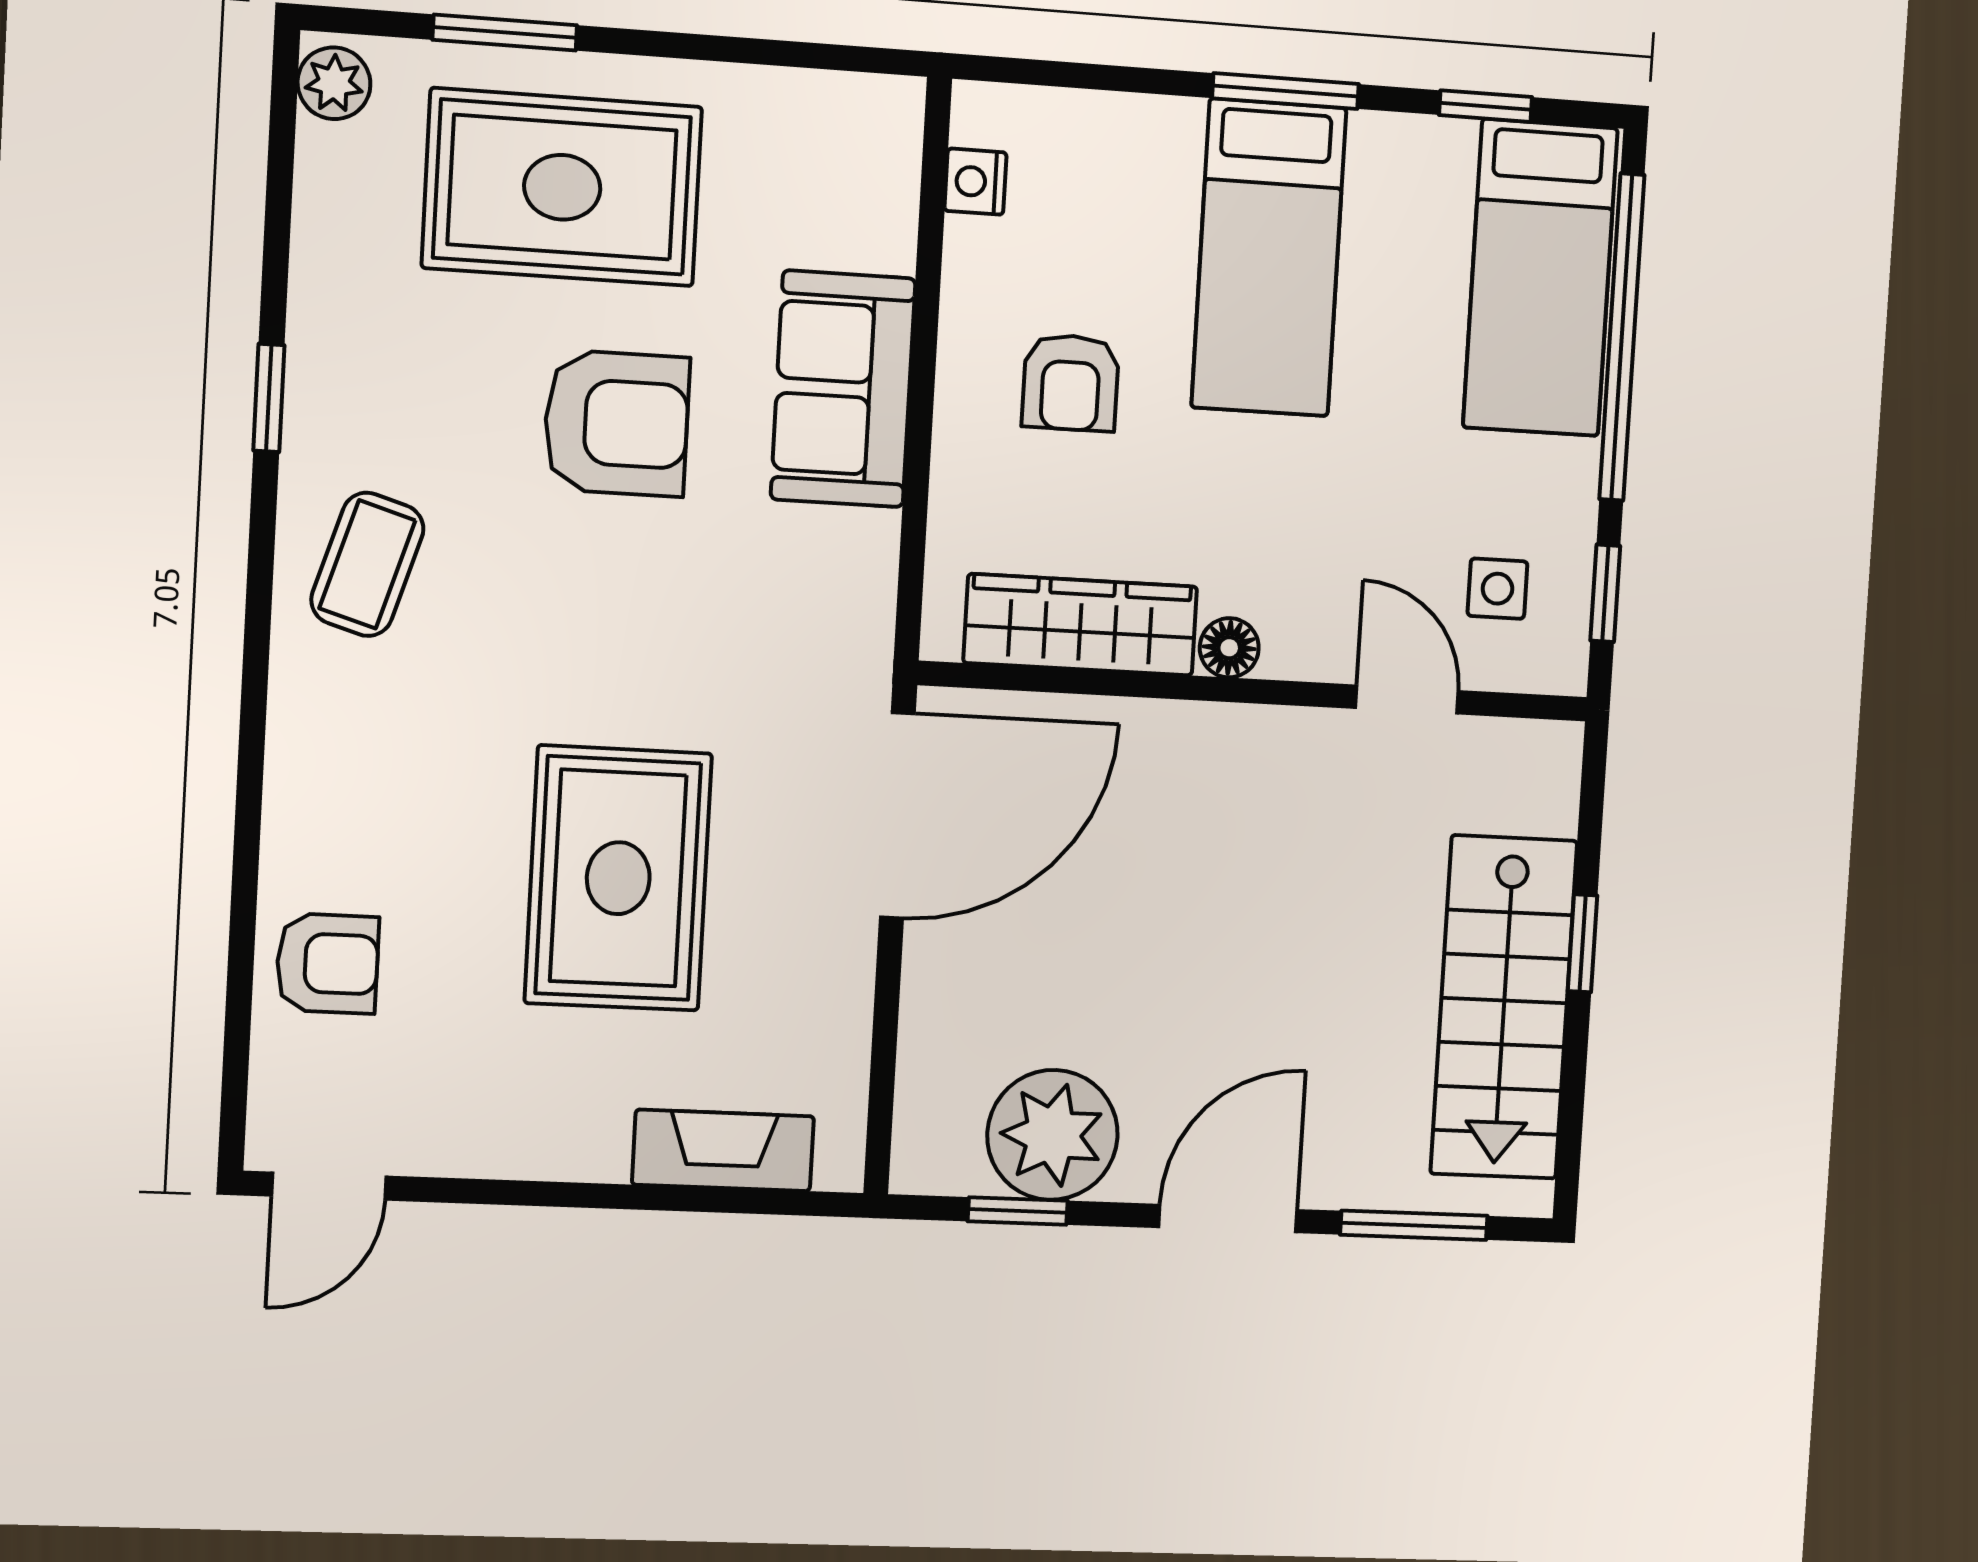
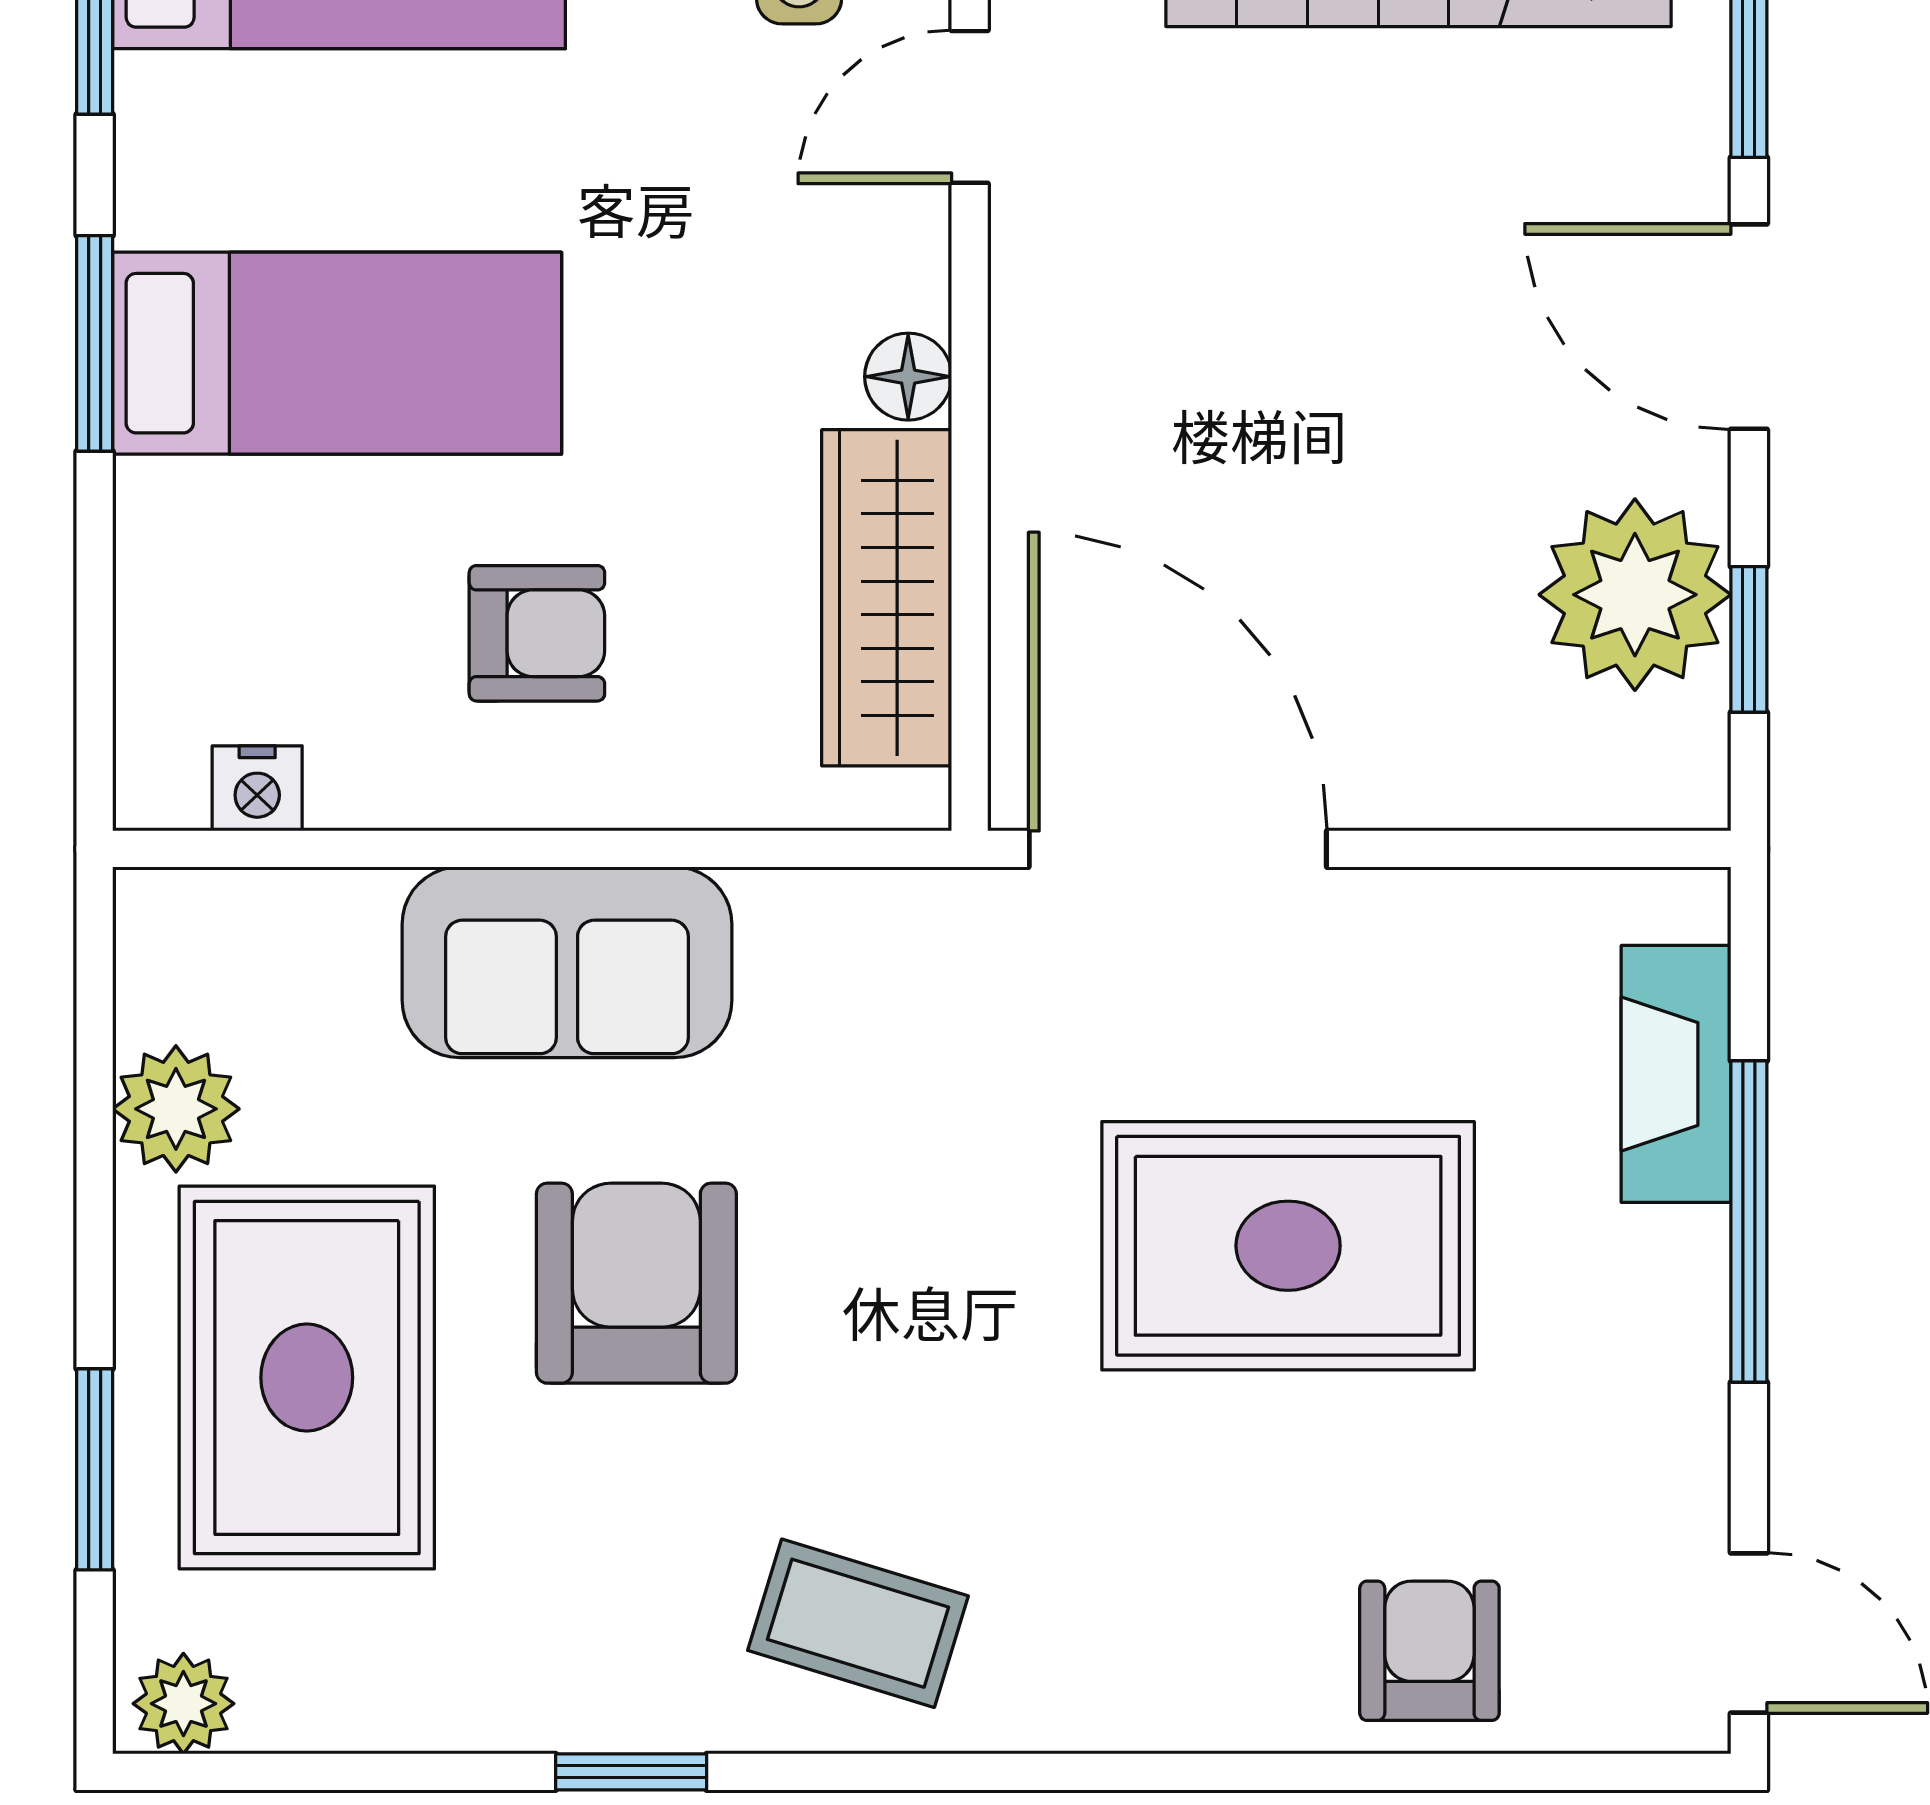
plant: (756, 109) -> (176, 1109), added
window: (618, 1197) -> (1749, 1221), added

